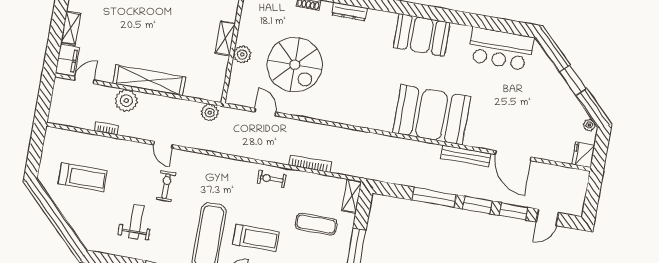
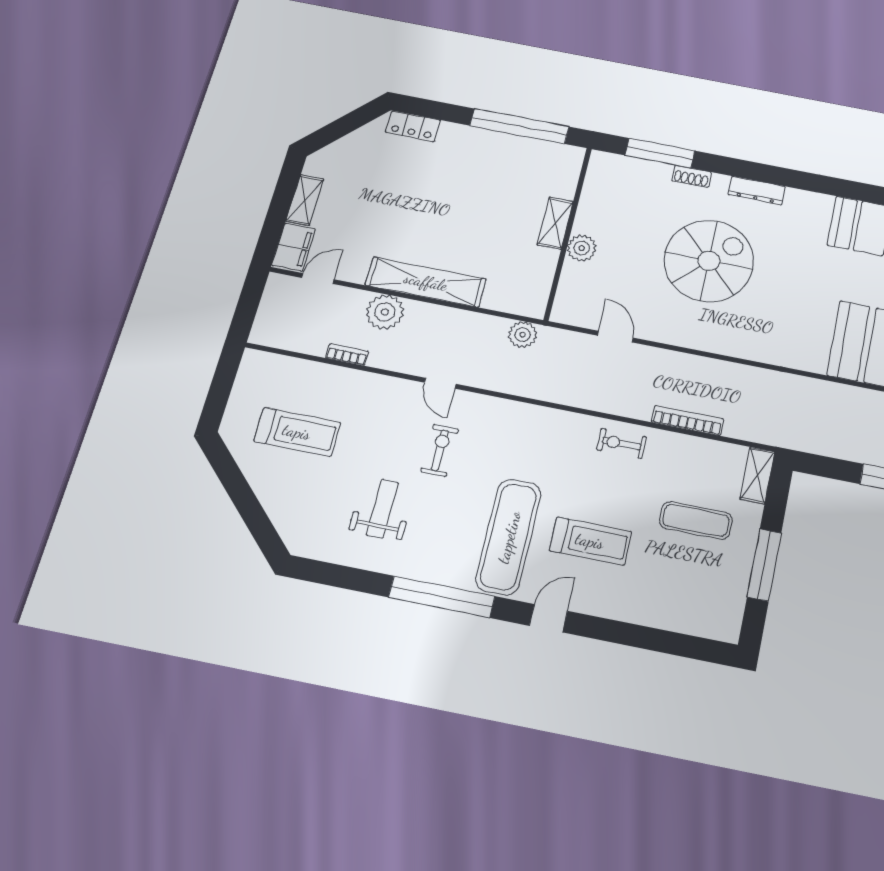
spiral stairs: (295, 65) -> (709, 261), moved, turned -90

